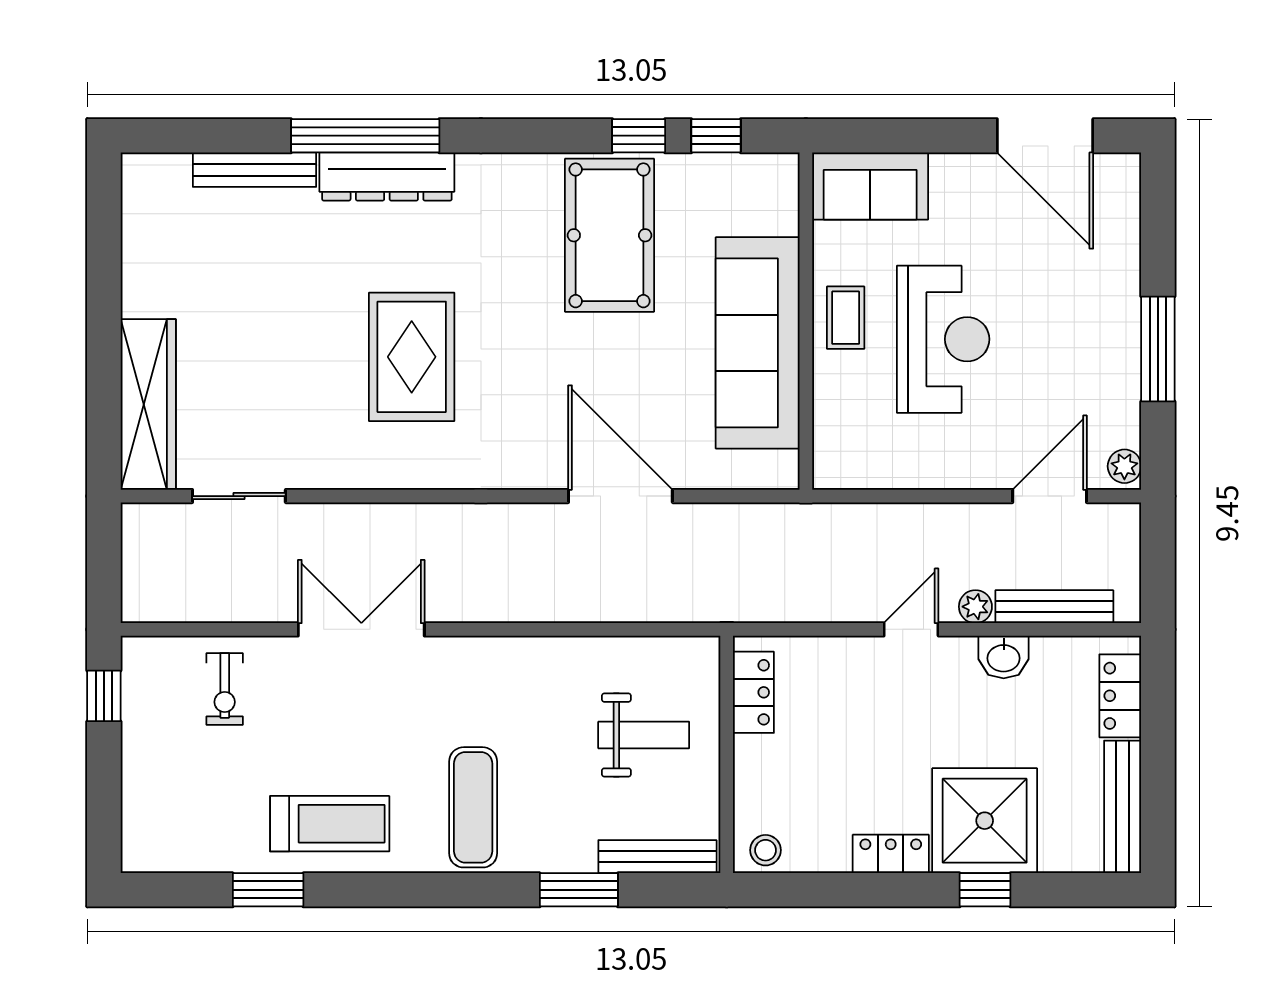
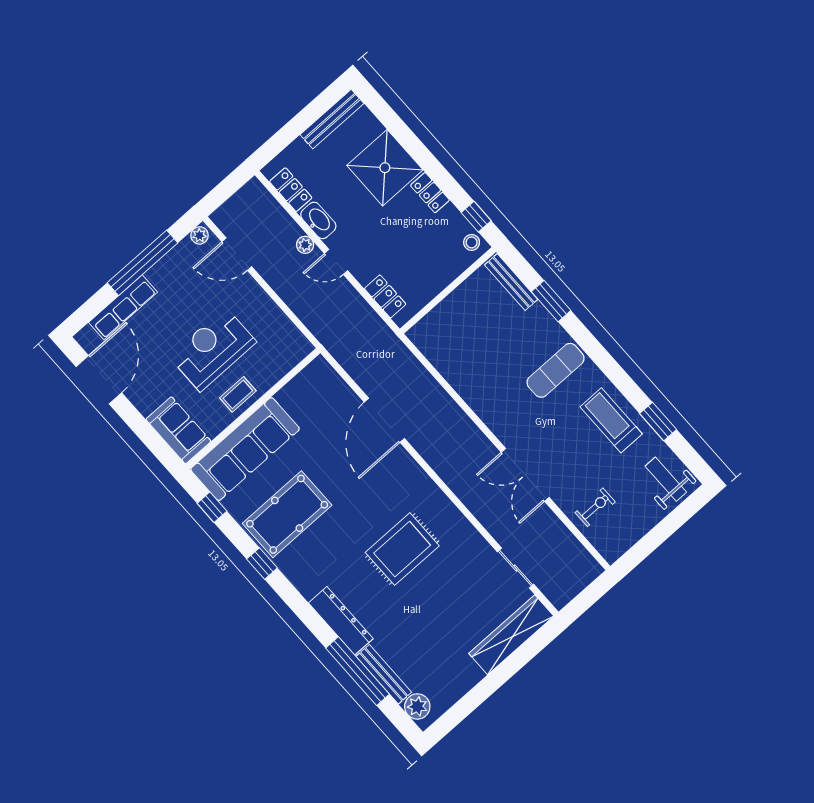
window: (365, 136) -> (358, 671), moved
window: (639, 136) -> (262, 563), moved
plant: (165, 177) -> (417, 706), added
row of seats: (1119, 264) -> (123, 307), added
sofa: (758, 343) -> (245, 449), moved
window: (1158, 349) -> (143, 263), width x1.46
bench: (1054, 607) -> (278, 214), removed
washbasin: (1004, 657) -> (318, 220), width x1.38
locker: (753, 692) -> (385, 296), moved, turned 90
window: (104, 696) -> (639, 552), removed
locker: (1120, 696) -> (291, 190), moved, turned -90
weight bench: (644, 735) -> (666, 479), moved
window: (985, 890) -> (476, 217), moved

